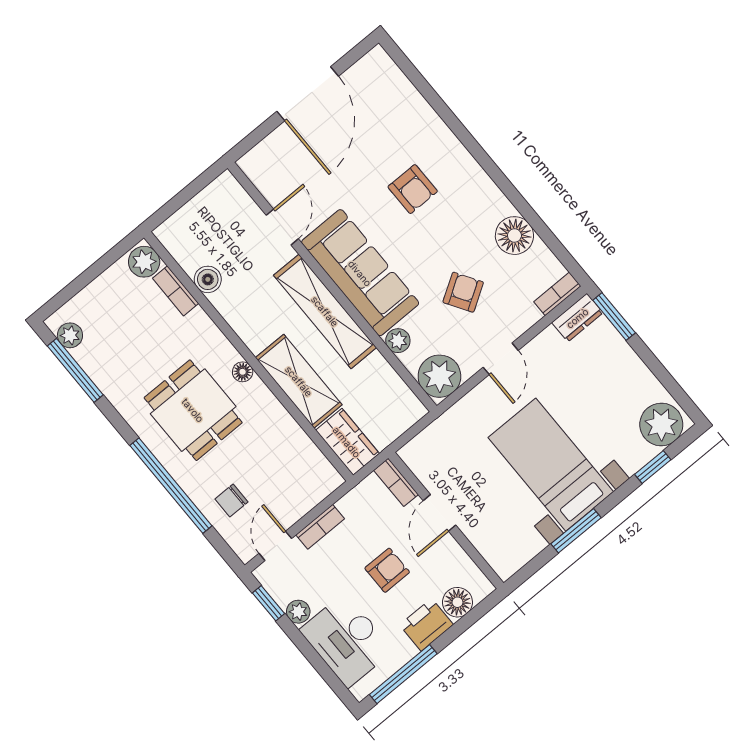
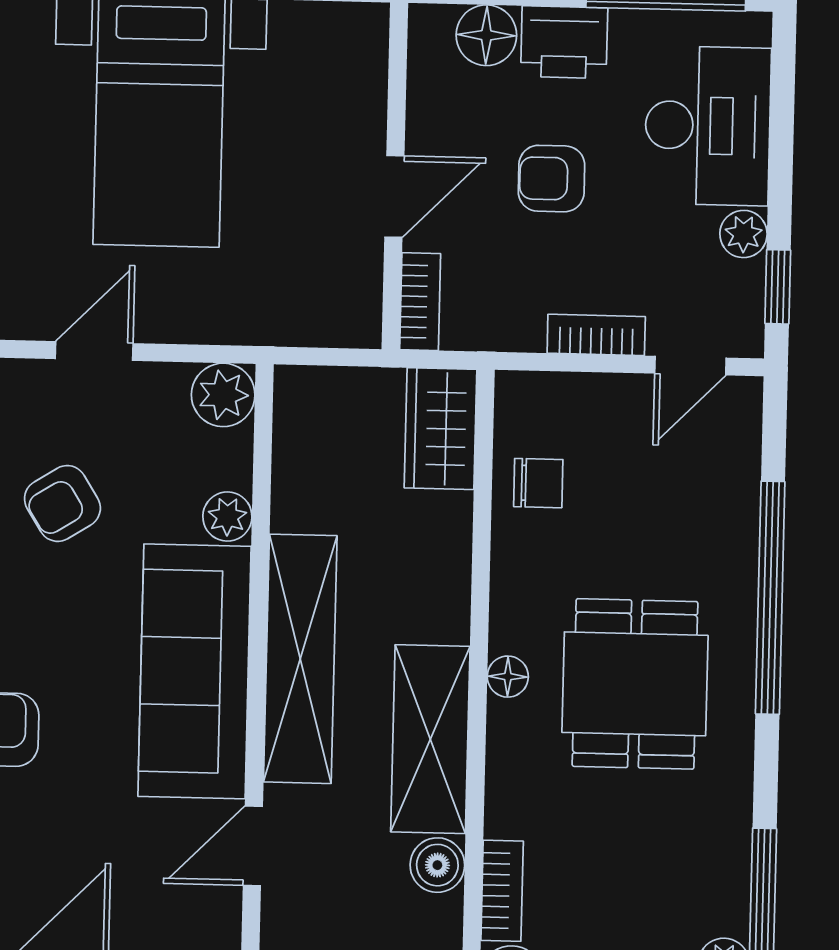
plant: (439, 376) -> (223, 395), width x0.73, depth x0.73
shelving: (299, 381) -> (430, 739), moved
chair: (231, 500) -> (538, 483), moved

